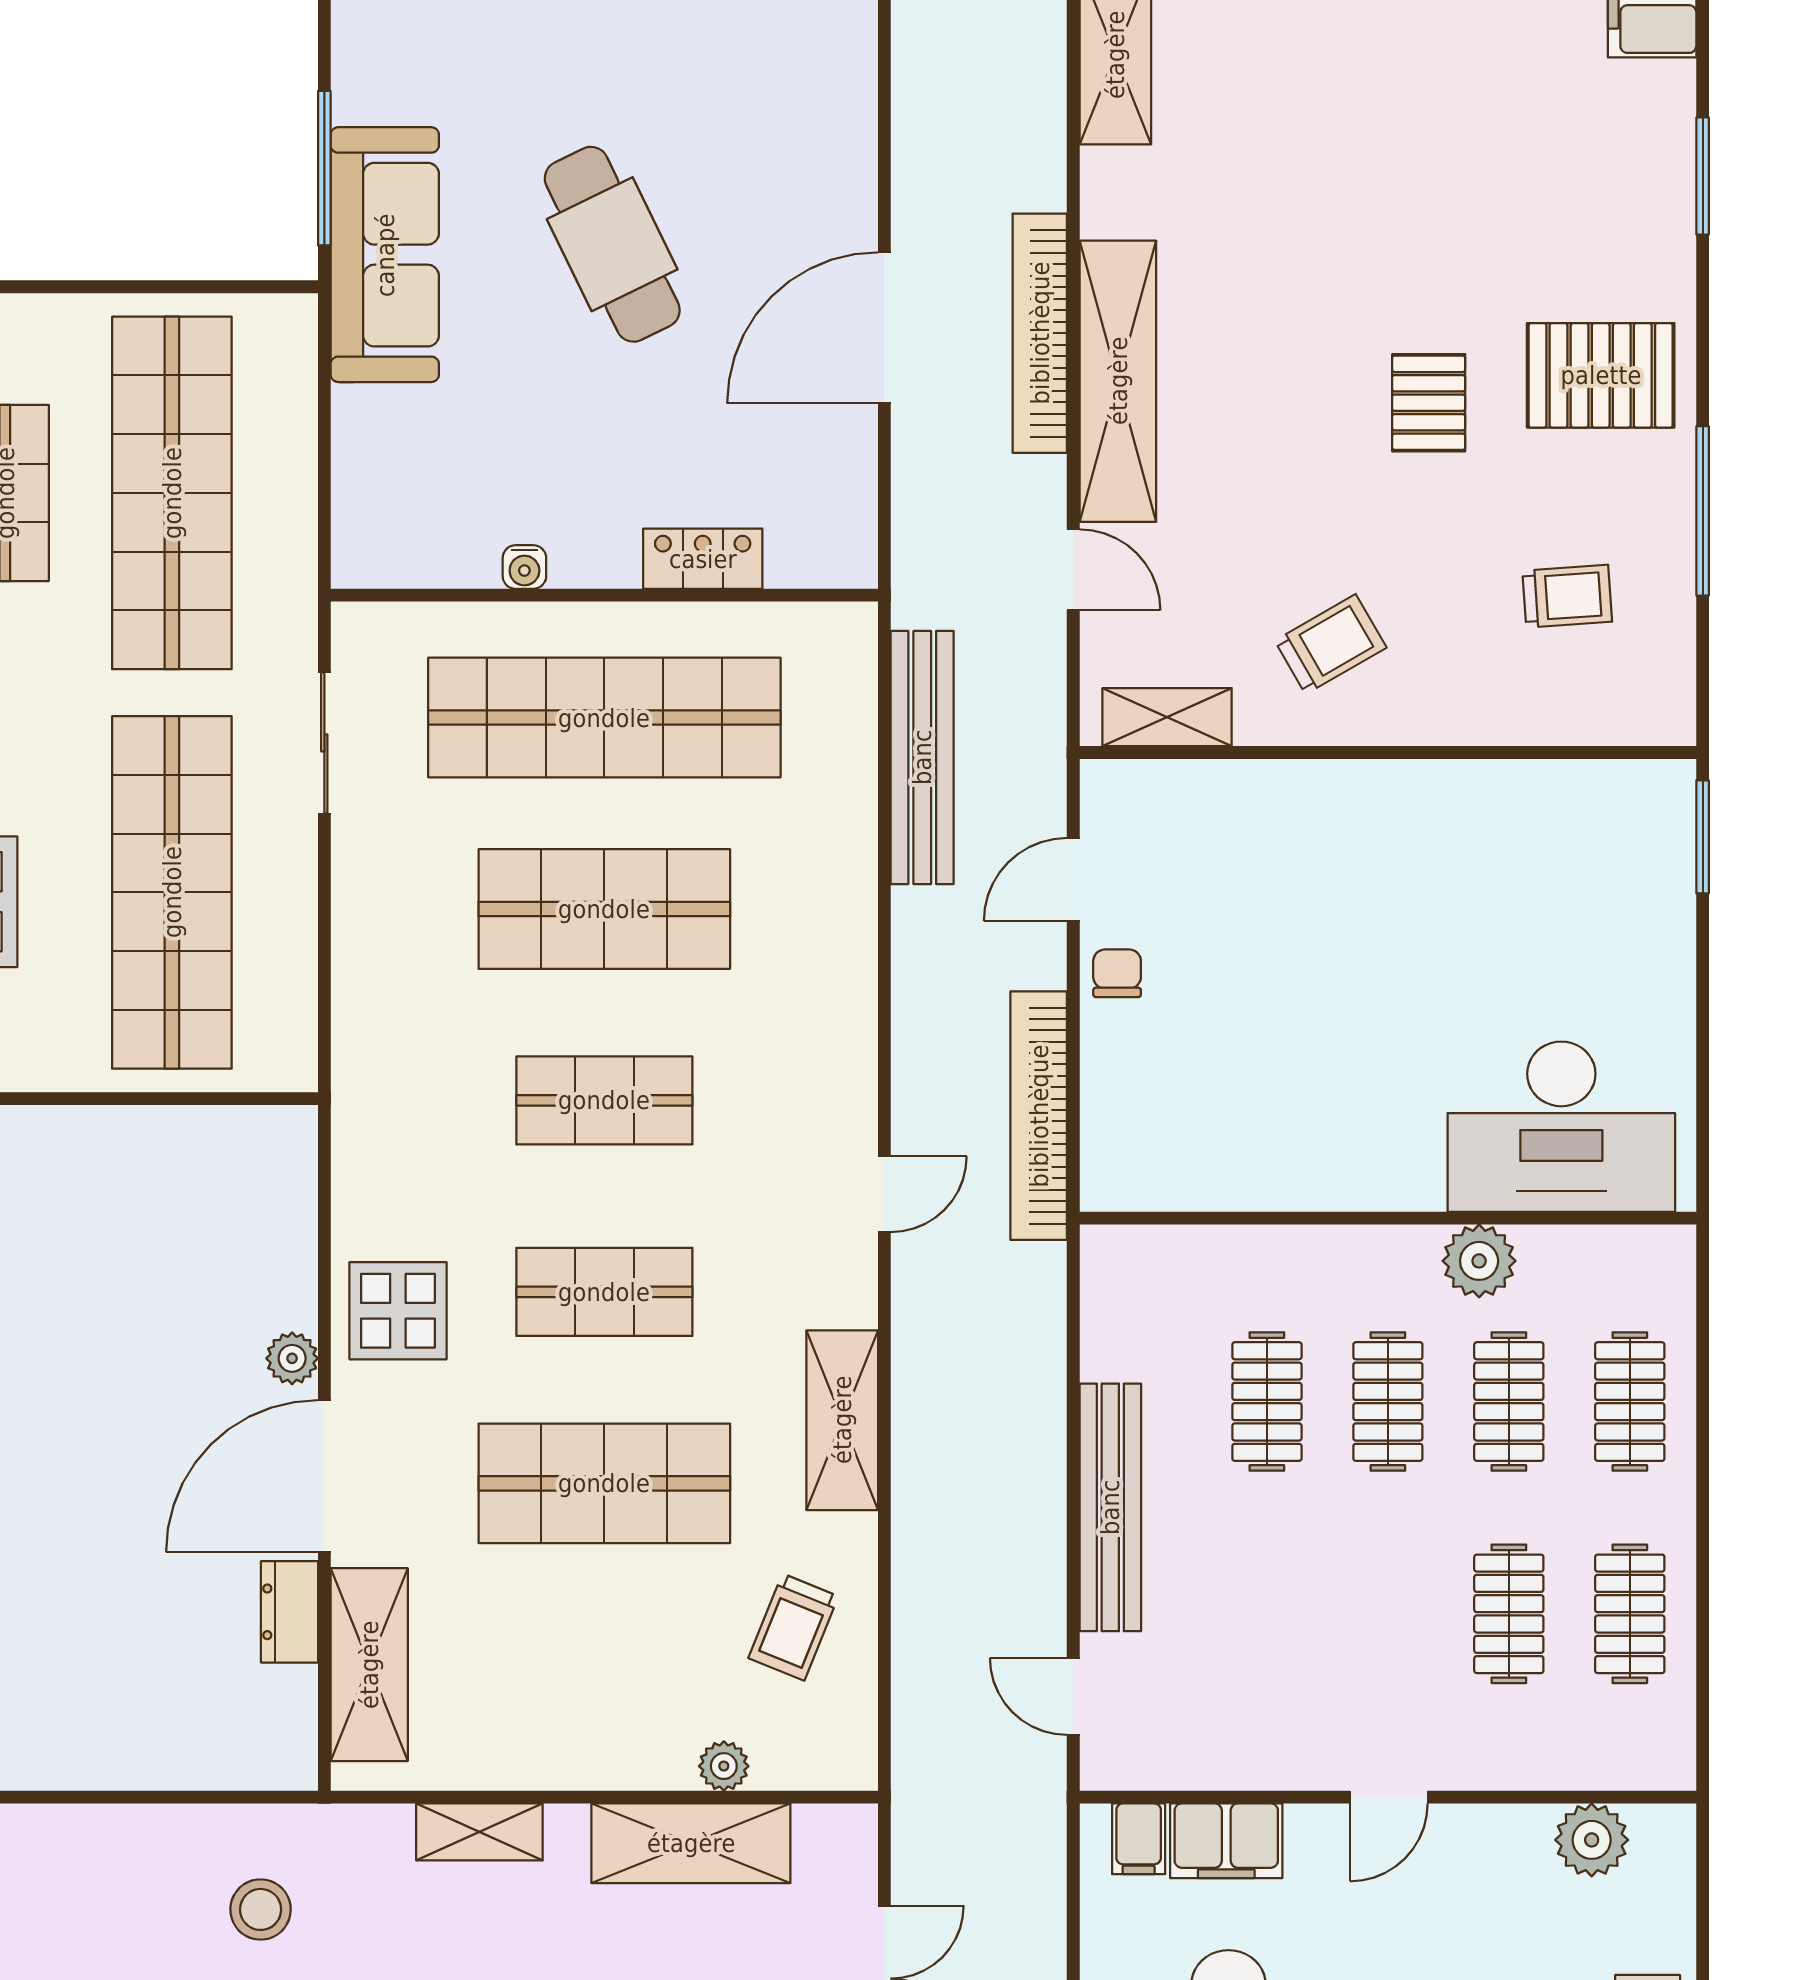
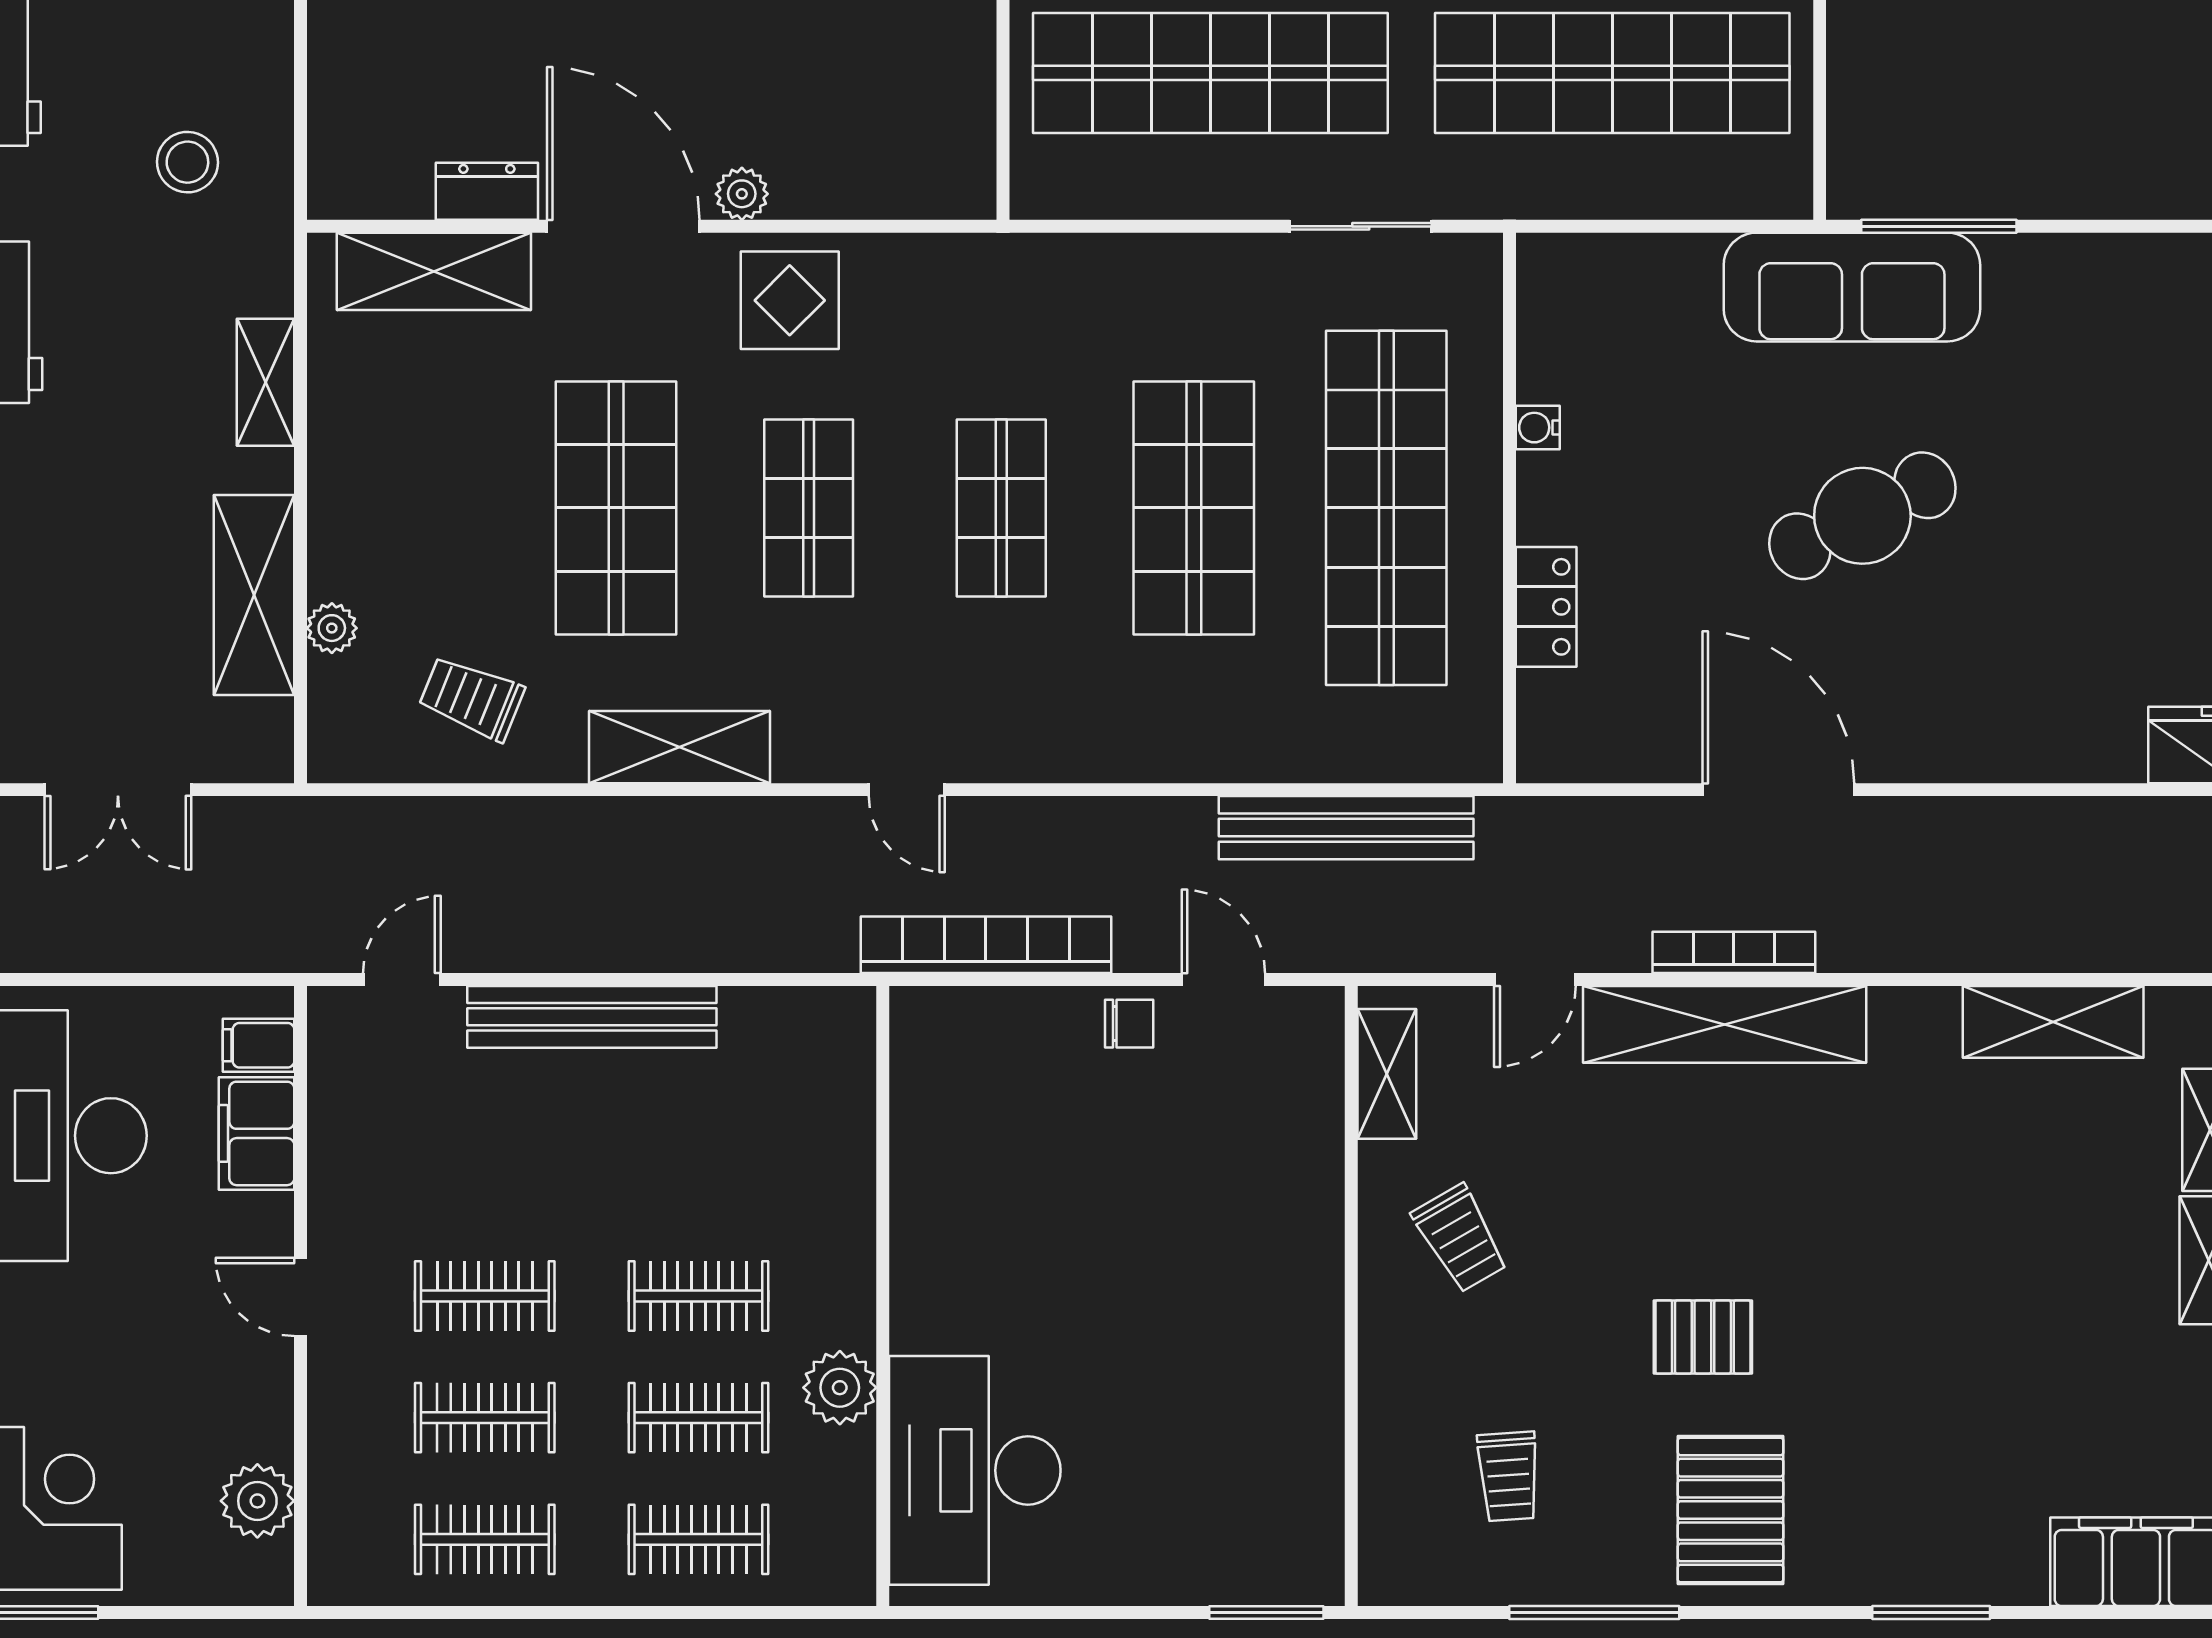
bookcase: (1040, 333) -> (1734, 952), width x0.68, depth x0.76
clothes rail: (1267, 1402) -> (485, 1296), moved

